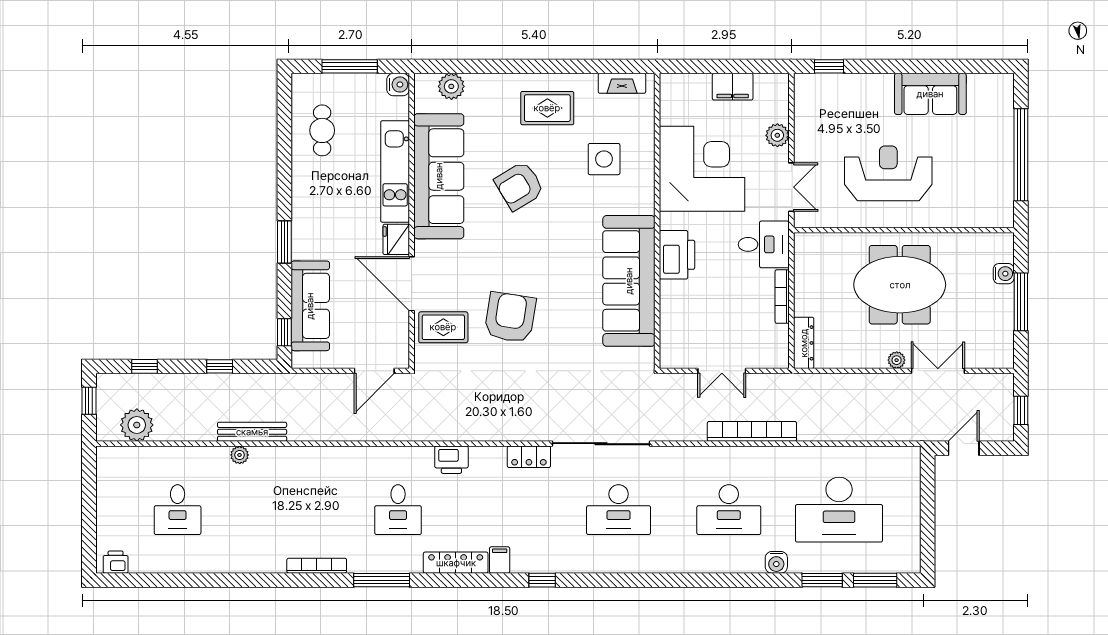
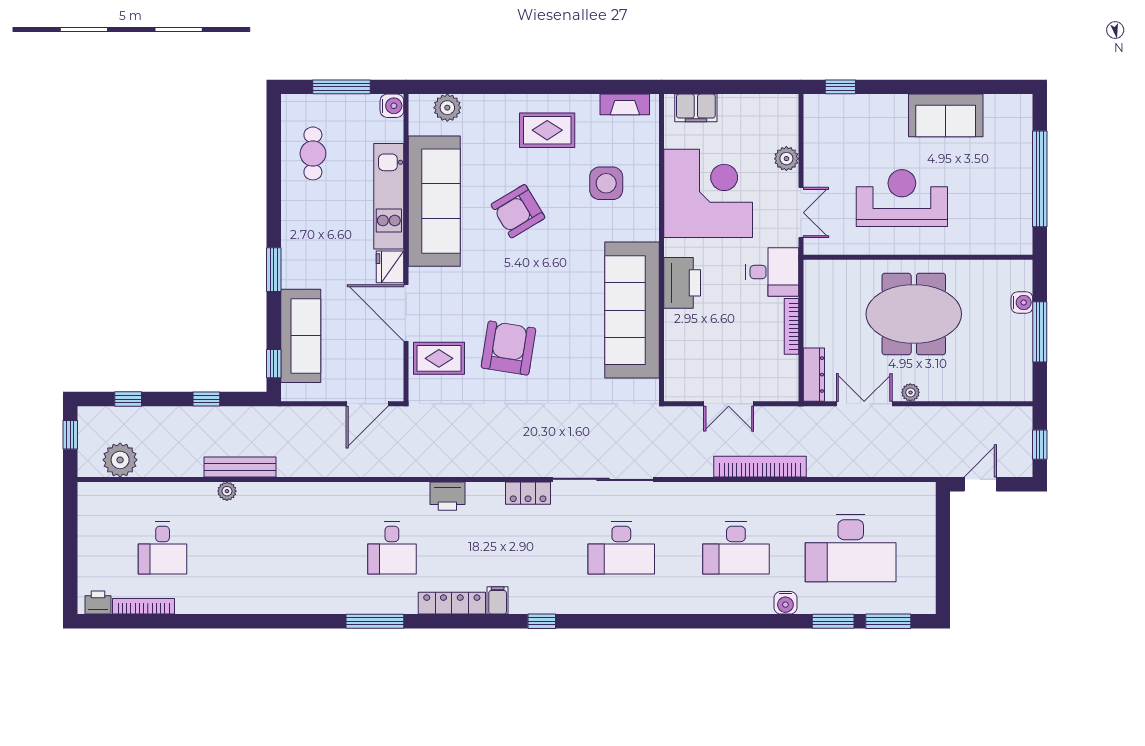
filing cabinet: (733, 87) -> (696, 108), moved
double door: (938, 371) -> (864, 404), moved
bookcase: (317, 566) -> (144, 606), moved

